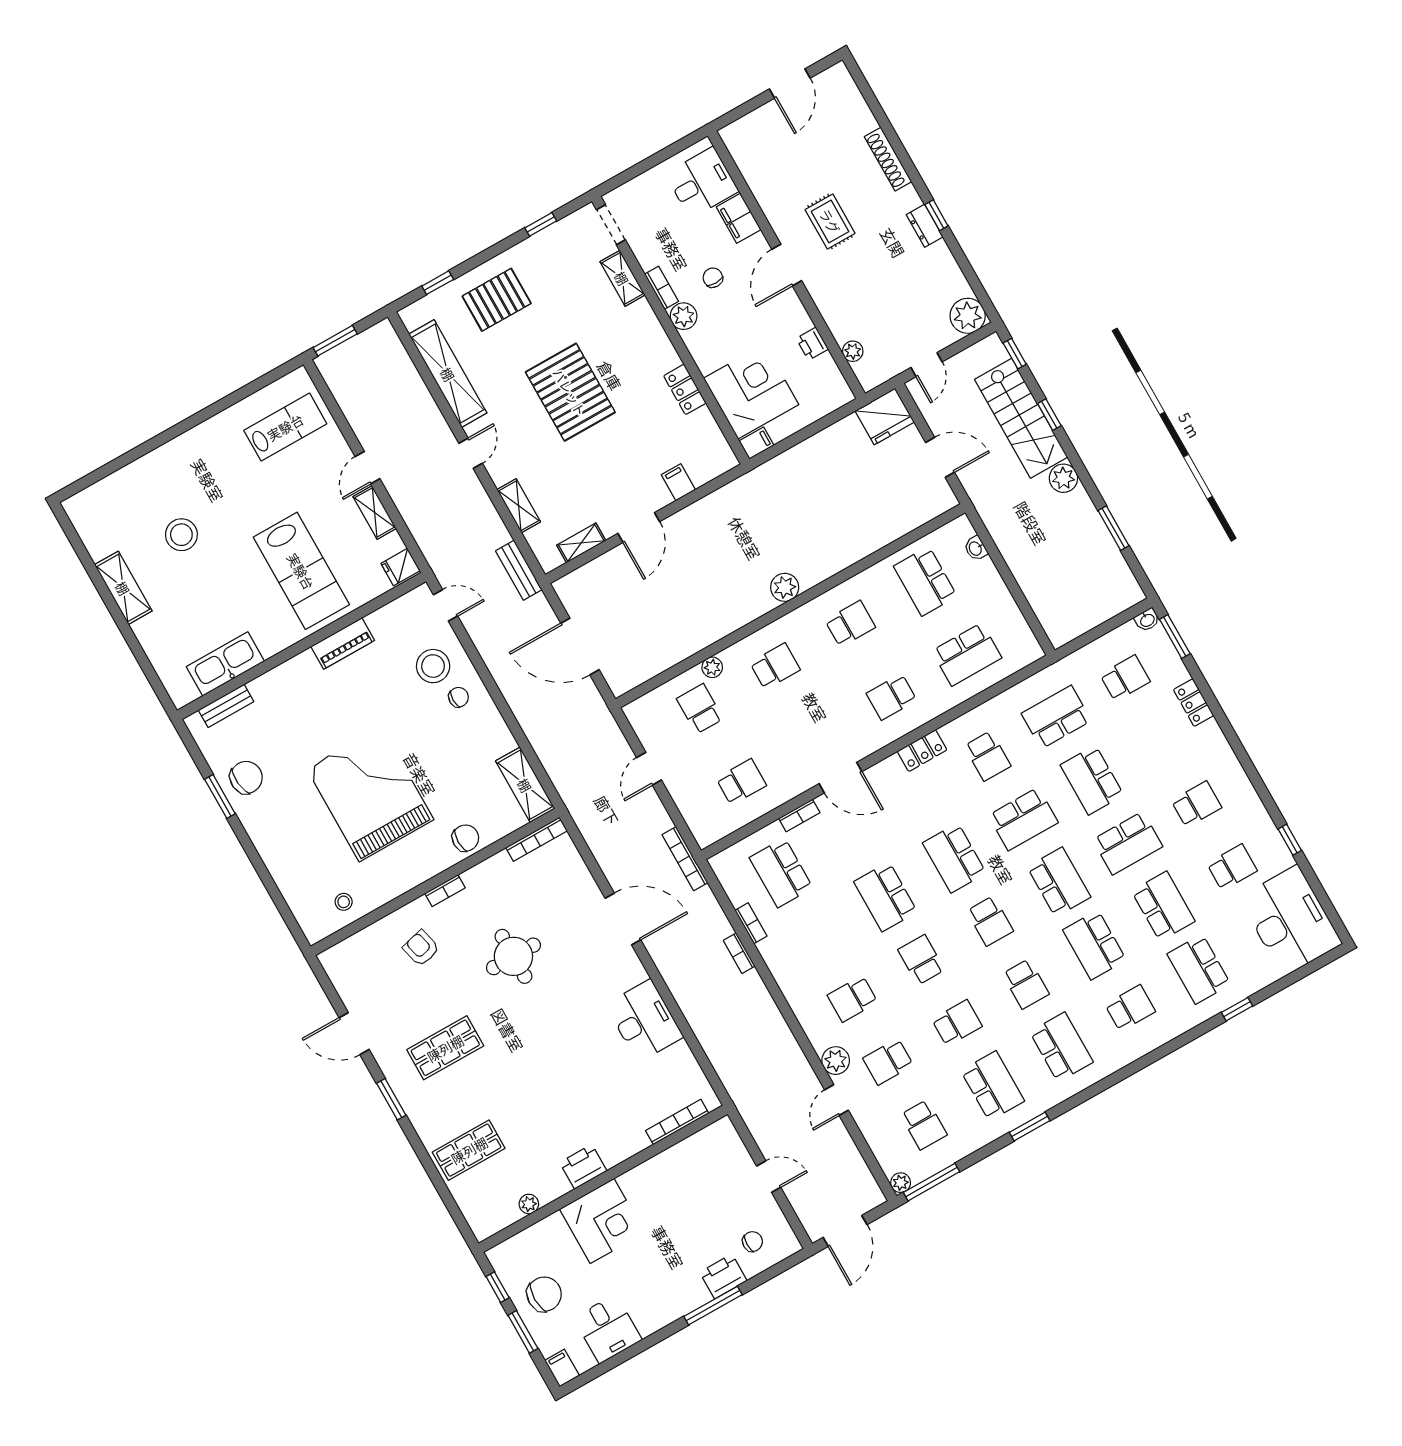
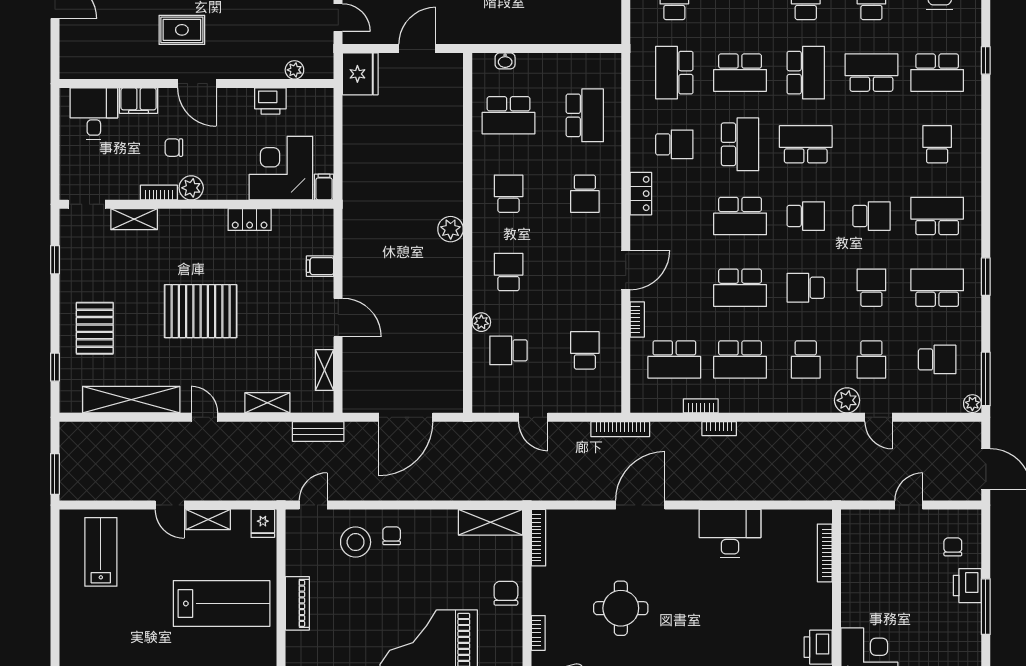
printer: (812, 344) -> (270, 101), width x1.36, depth x1.24
school desk: (1094, 945) -> (740, 359), moved

